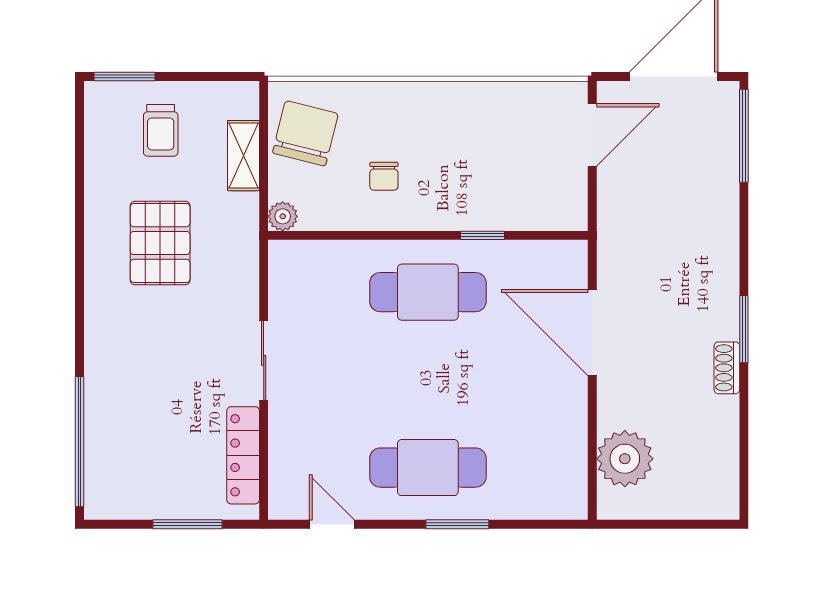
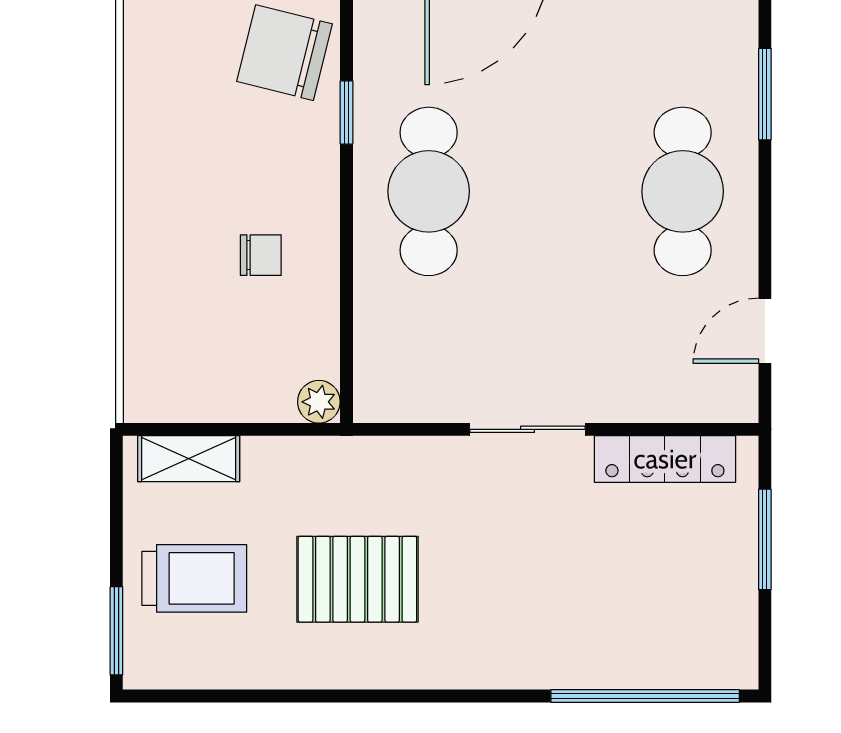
trolley: (161, 130) -> (194, 578), width x1.36, depth x1.39
chair: (305, 133) -> (284, 53), moved
shelving: (243, 156) -> (189, 459), moved
window: (457, 524) -> (765, 94), moved

